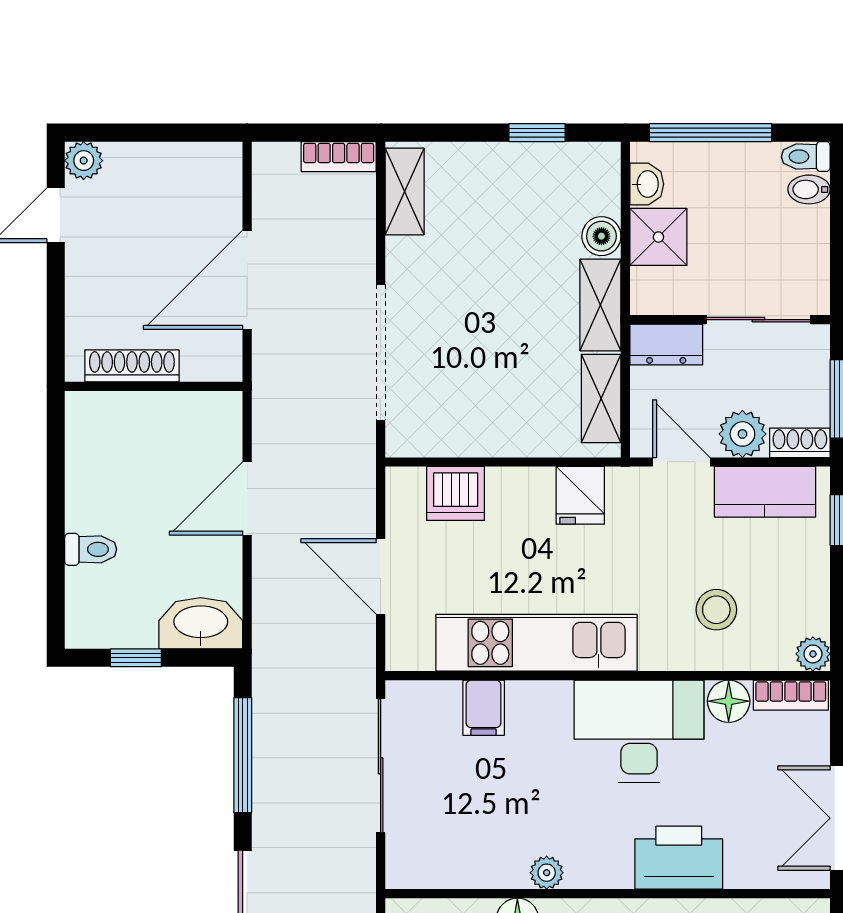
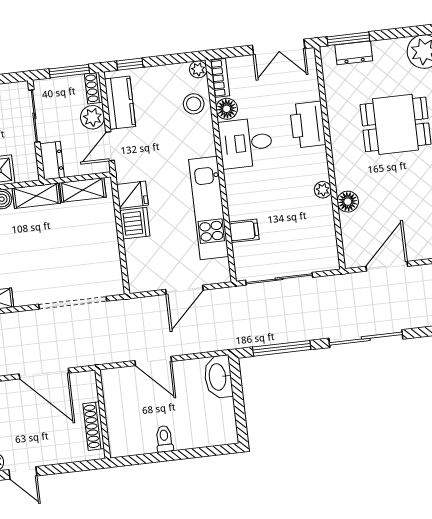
dishwasher: (456, 493) -> (135, 223), moved
toilet: (91, 549) -> (164, 439), moved
stool: (716, 610) -> (194, 104), moved
window: (136, 658) -> (239, 407), removed
desk: (639, 731) -> (246, 143), width x0.73

